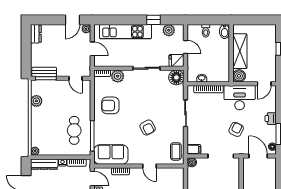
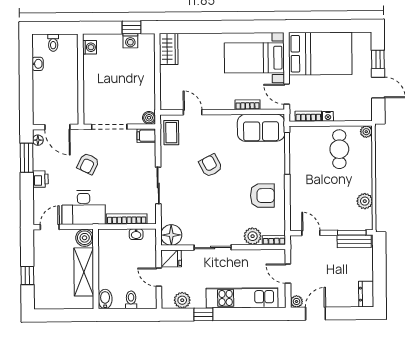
cafe table: (74, 130) -> (339, 149), moved
dresser: (44, 164) -> (353, 114), removed
door: (150, 166) -> (193, 112), moved

